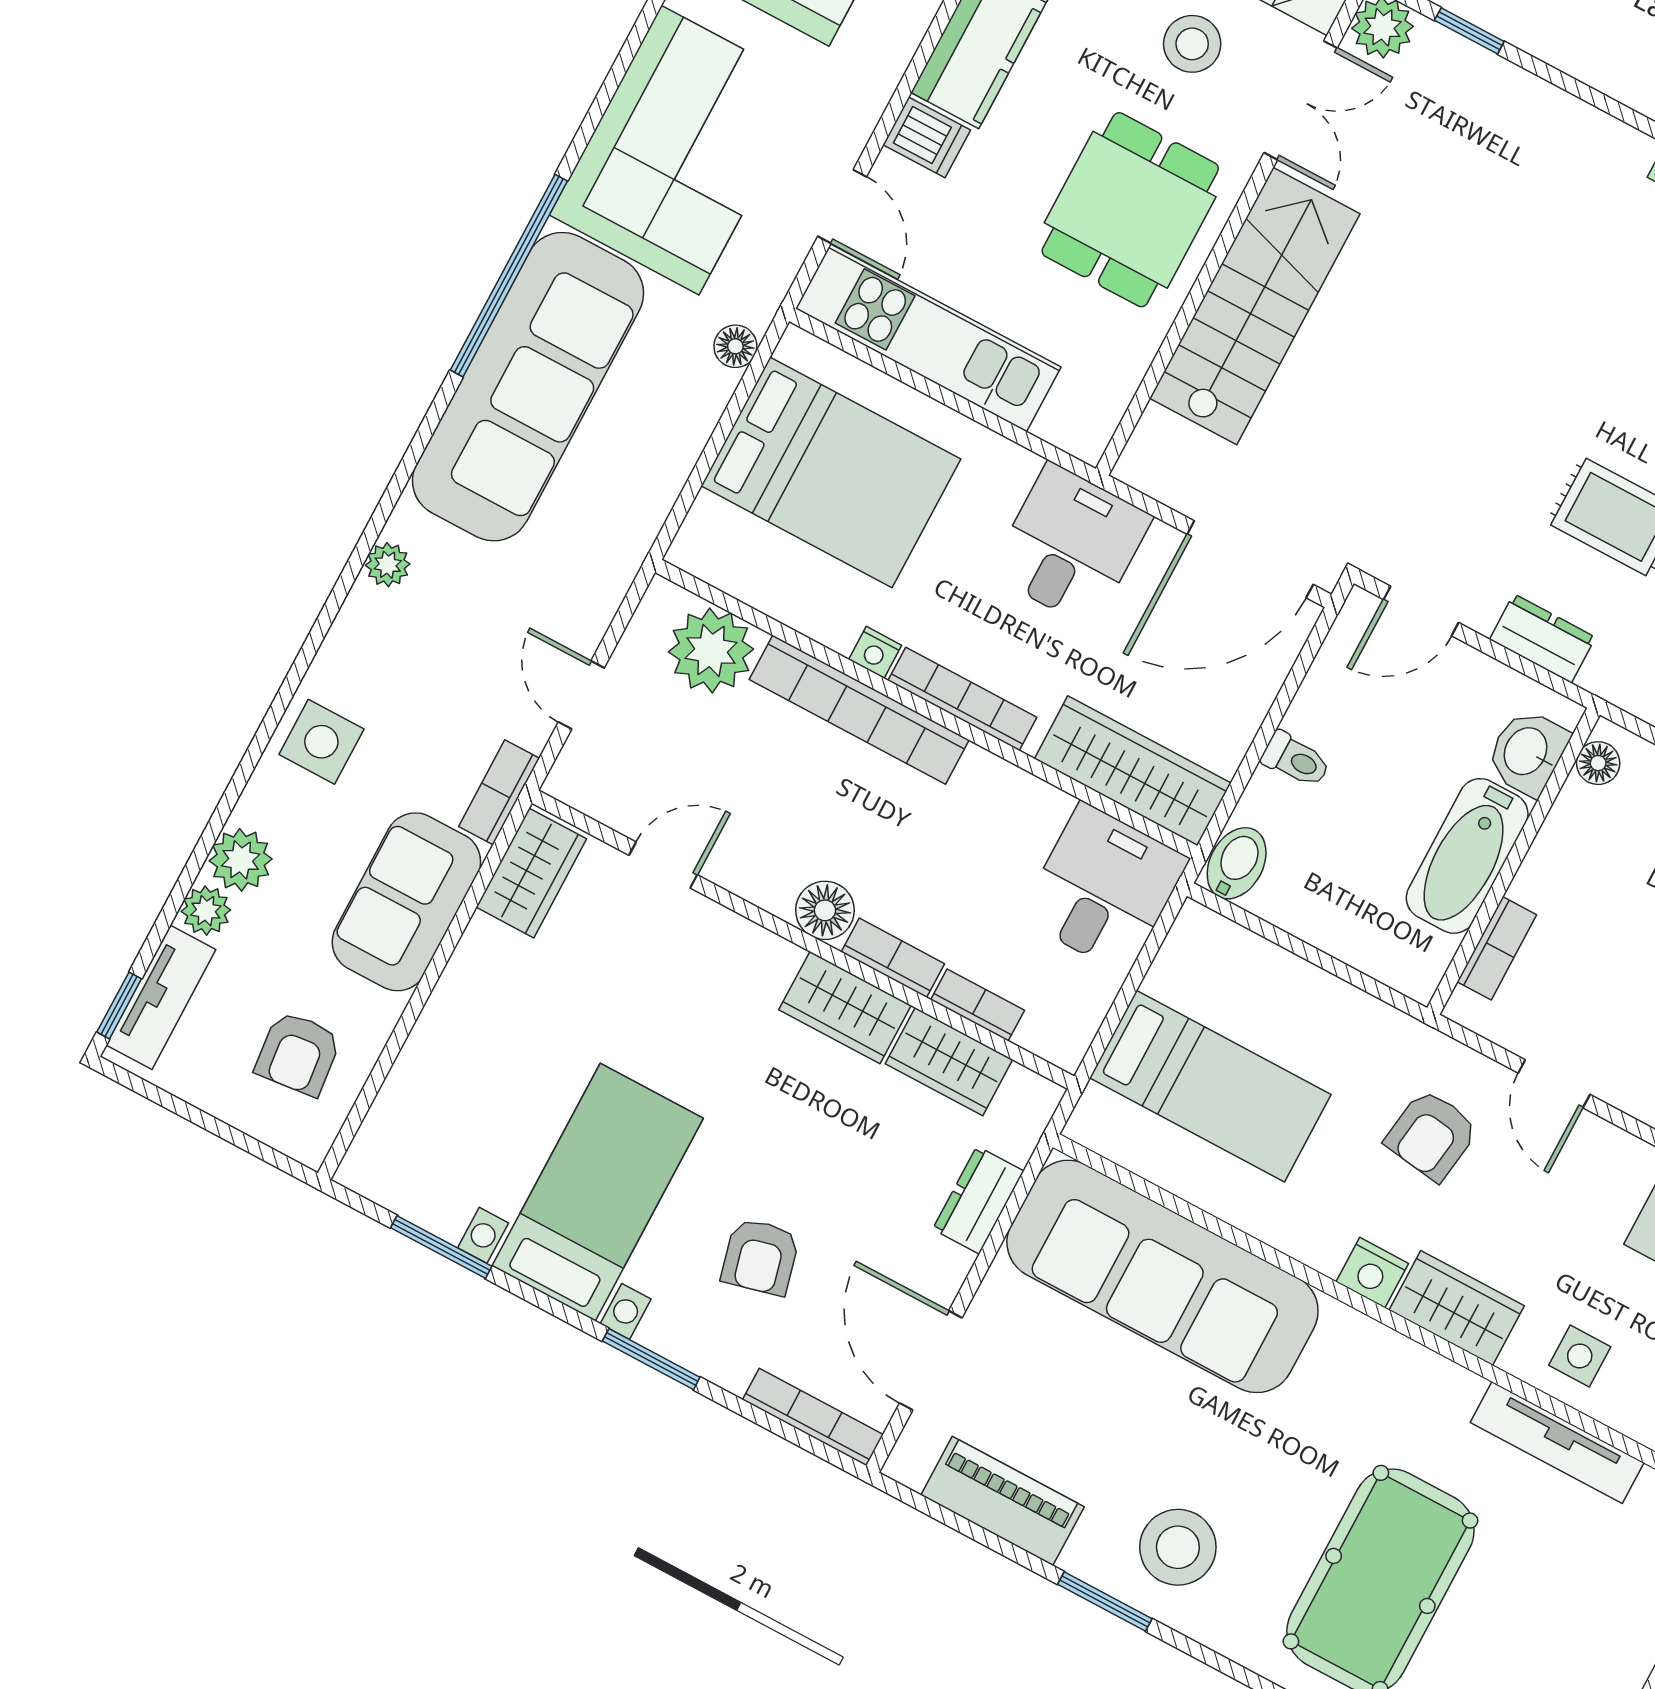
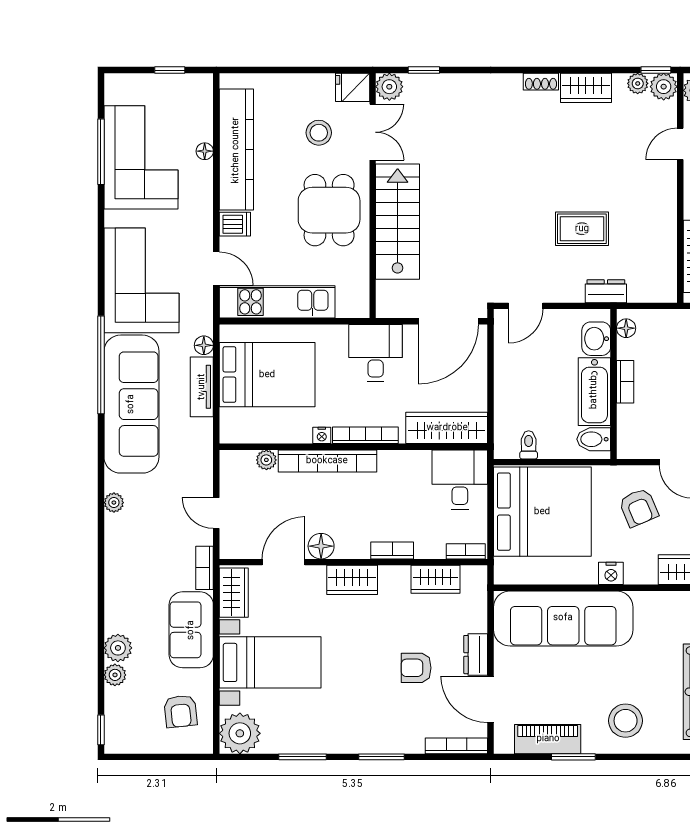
dresser: (1543, 638) -> (606, 291), moved
plant: (711, 650) -> (266, 460), width x0.53, depth x0.53
side table: (321, 742) -> (125, 585), removed
toilet: (1296, 760) -> (529, 445), moved, turned -90
bidet: (1237, 863) -> (594, 439), moved, turned -90
door: (663, 865) -> (283, 562), width x1.38
floor lamp: (825, 910) -> (321, 546), moved
bookcase: (1497, 948) -> (625, 382), moved
tv unit: (161, 997) -> (202, 387), moved, turned 180
bookcase: (978, 1005) -> (466, 551), moved
wardrobe: (845, 1008) -> (352, 580), moved
bed: (1210, 1086) -> (542, 512), width x2.04
armchair: (1432, 1135) -> (639, 508), turned -31
plant: (393, 1161) -> (240, 733), added
bed with nightstands: (598, 1192) -> (270, 662), moved, turned 90
dresser: (978, 1200) -> (476, 655), moved
window: (441, 1247) -> (303, 757), moved
armchair: (760, 1257) -> (416, 668), moved, turned 104
nightstand: (1372, 1273) -> (611, 573), moved
window: (1105, 1601) -> (573, 757), moved

